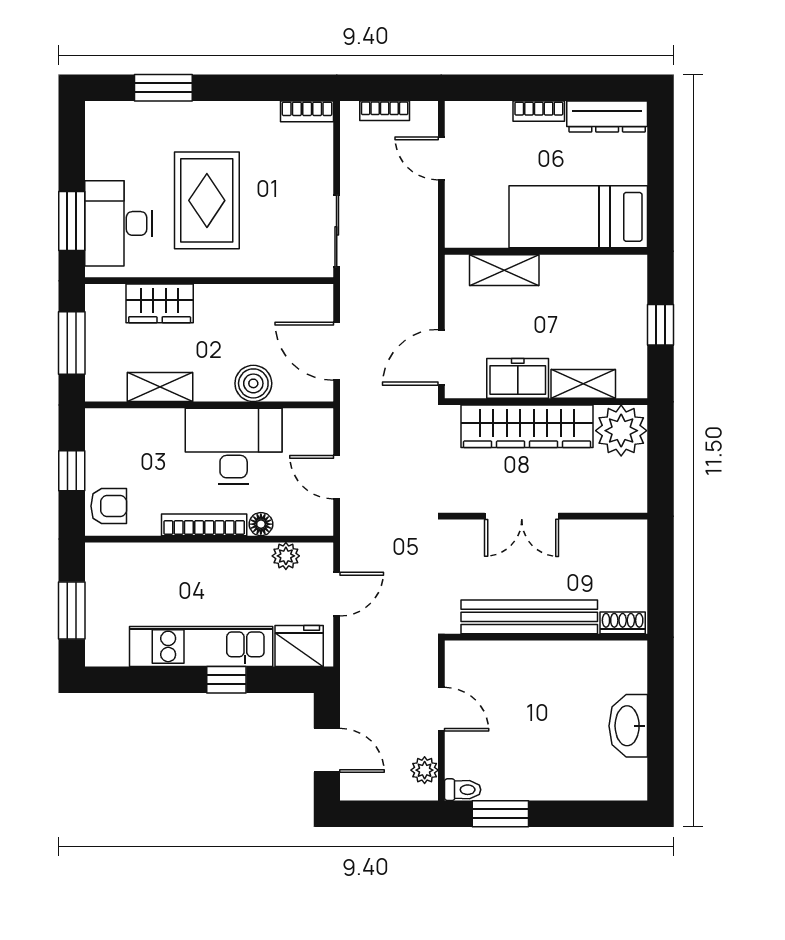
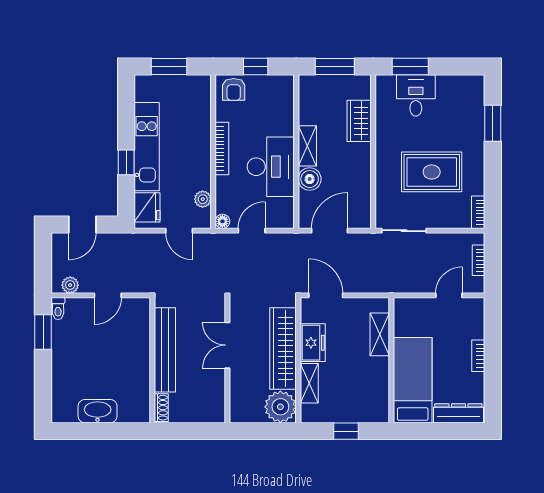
dresser: (607, 116) -> (458, 413), moved, turned 90
rug: (207, 200) -> (432, 172), moved
desk: (118, 223) -> (416, 95), width x0.73
shelving: (160, 387) -> (307, 146), moved
floor lamp: (261, 524) -> (222, 221), moved

